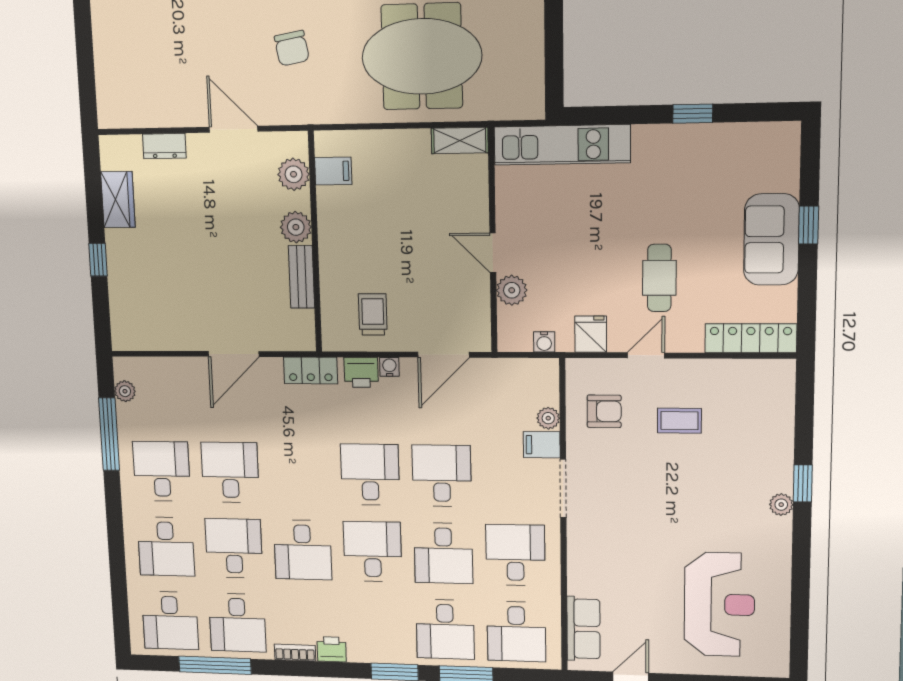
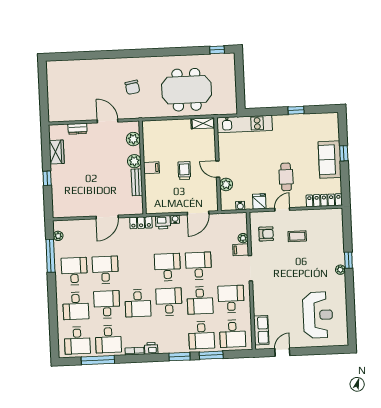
filing cabinet: (333, 171) -> (152, 168), moved
trolley: (373, 314) -> (184, 171), moved

